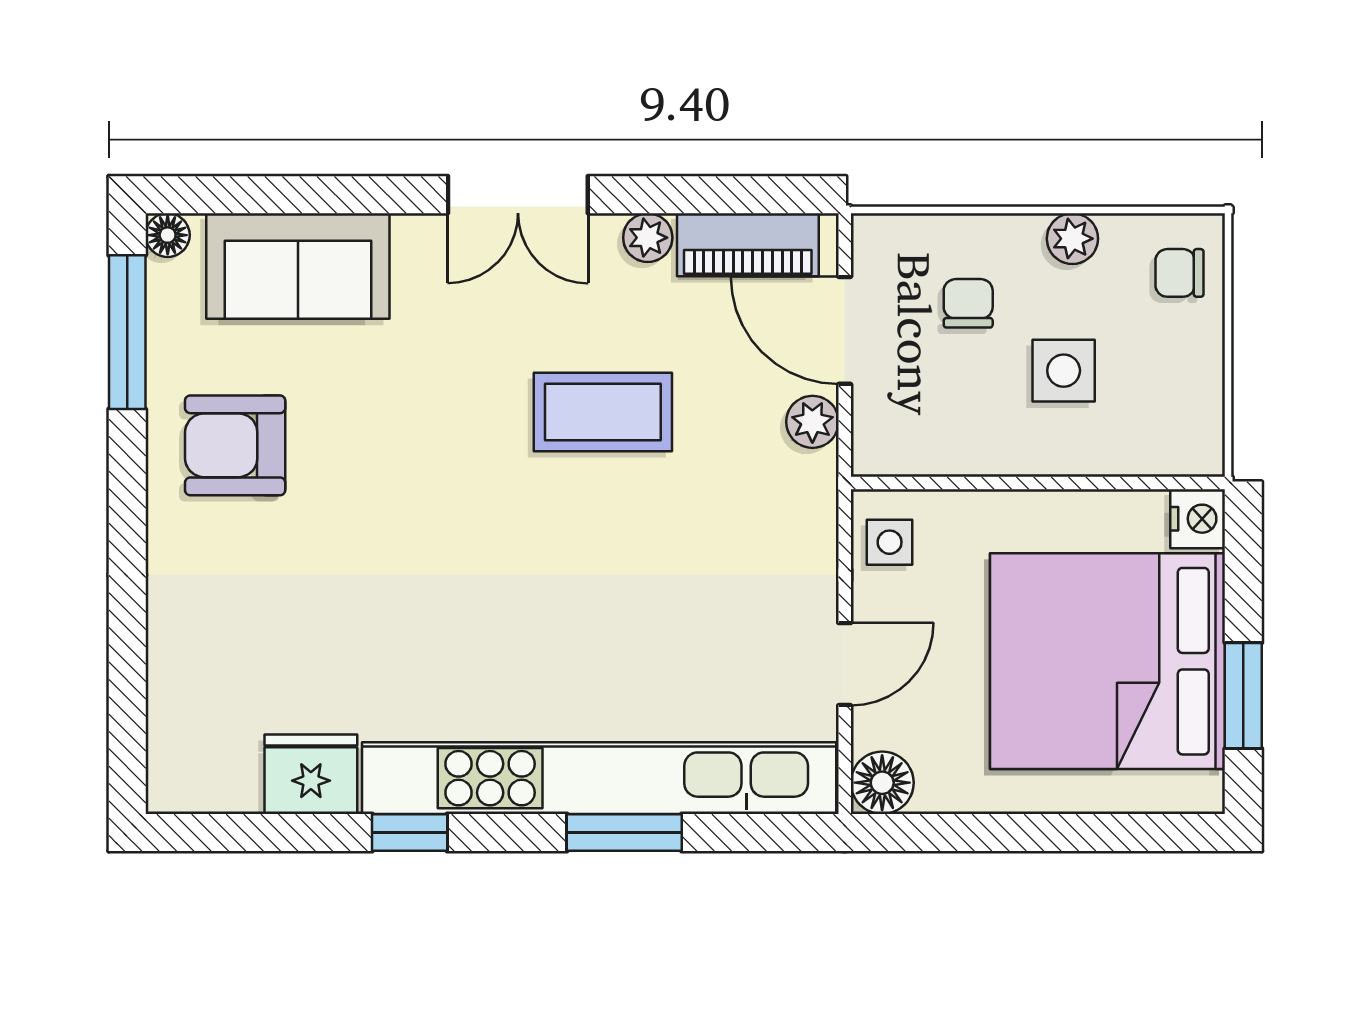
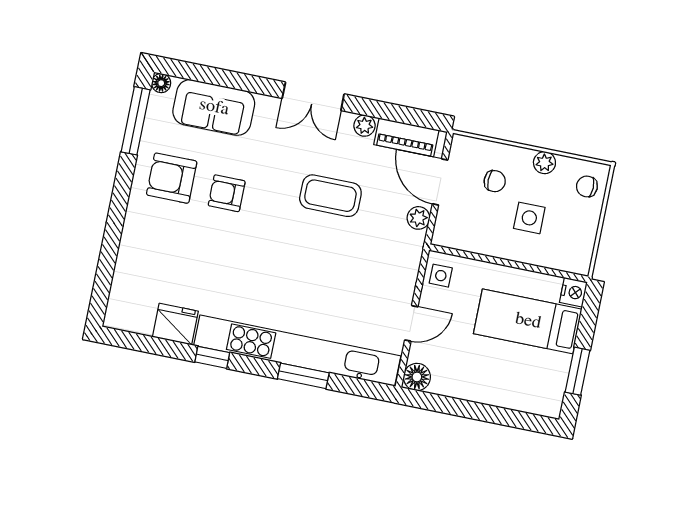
chair: (968, 303) -> (495, 181), turned 90
armchair: (367, 454) -> (227, 193), added
bed: (1108, 661) -> (528, 321), width x0.49

